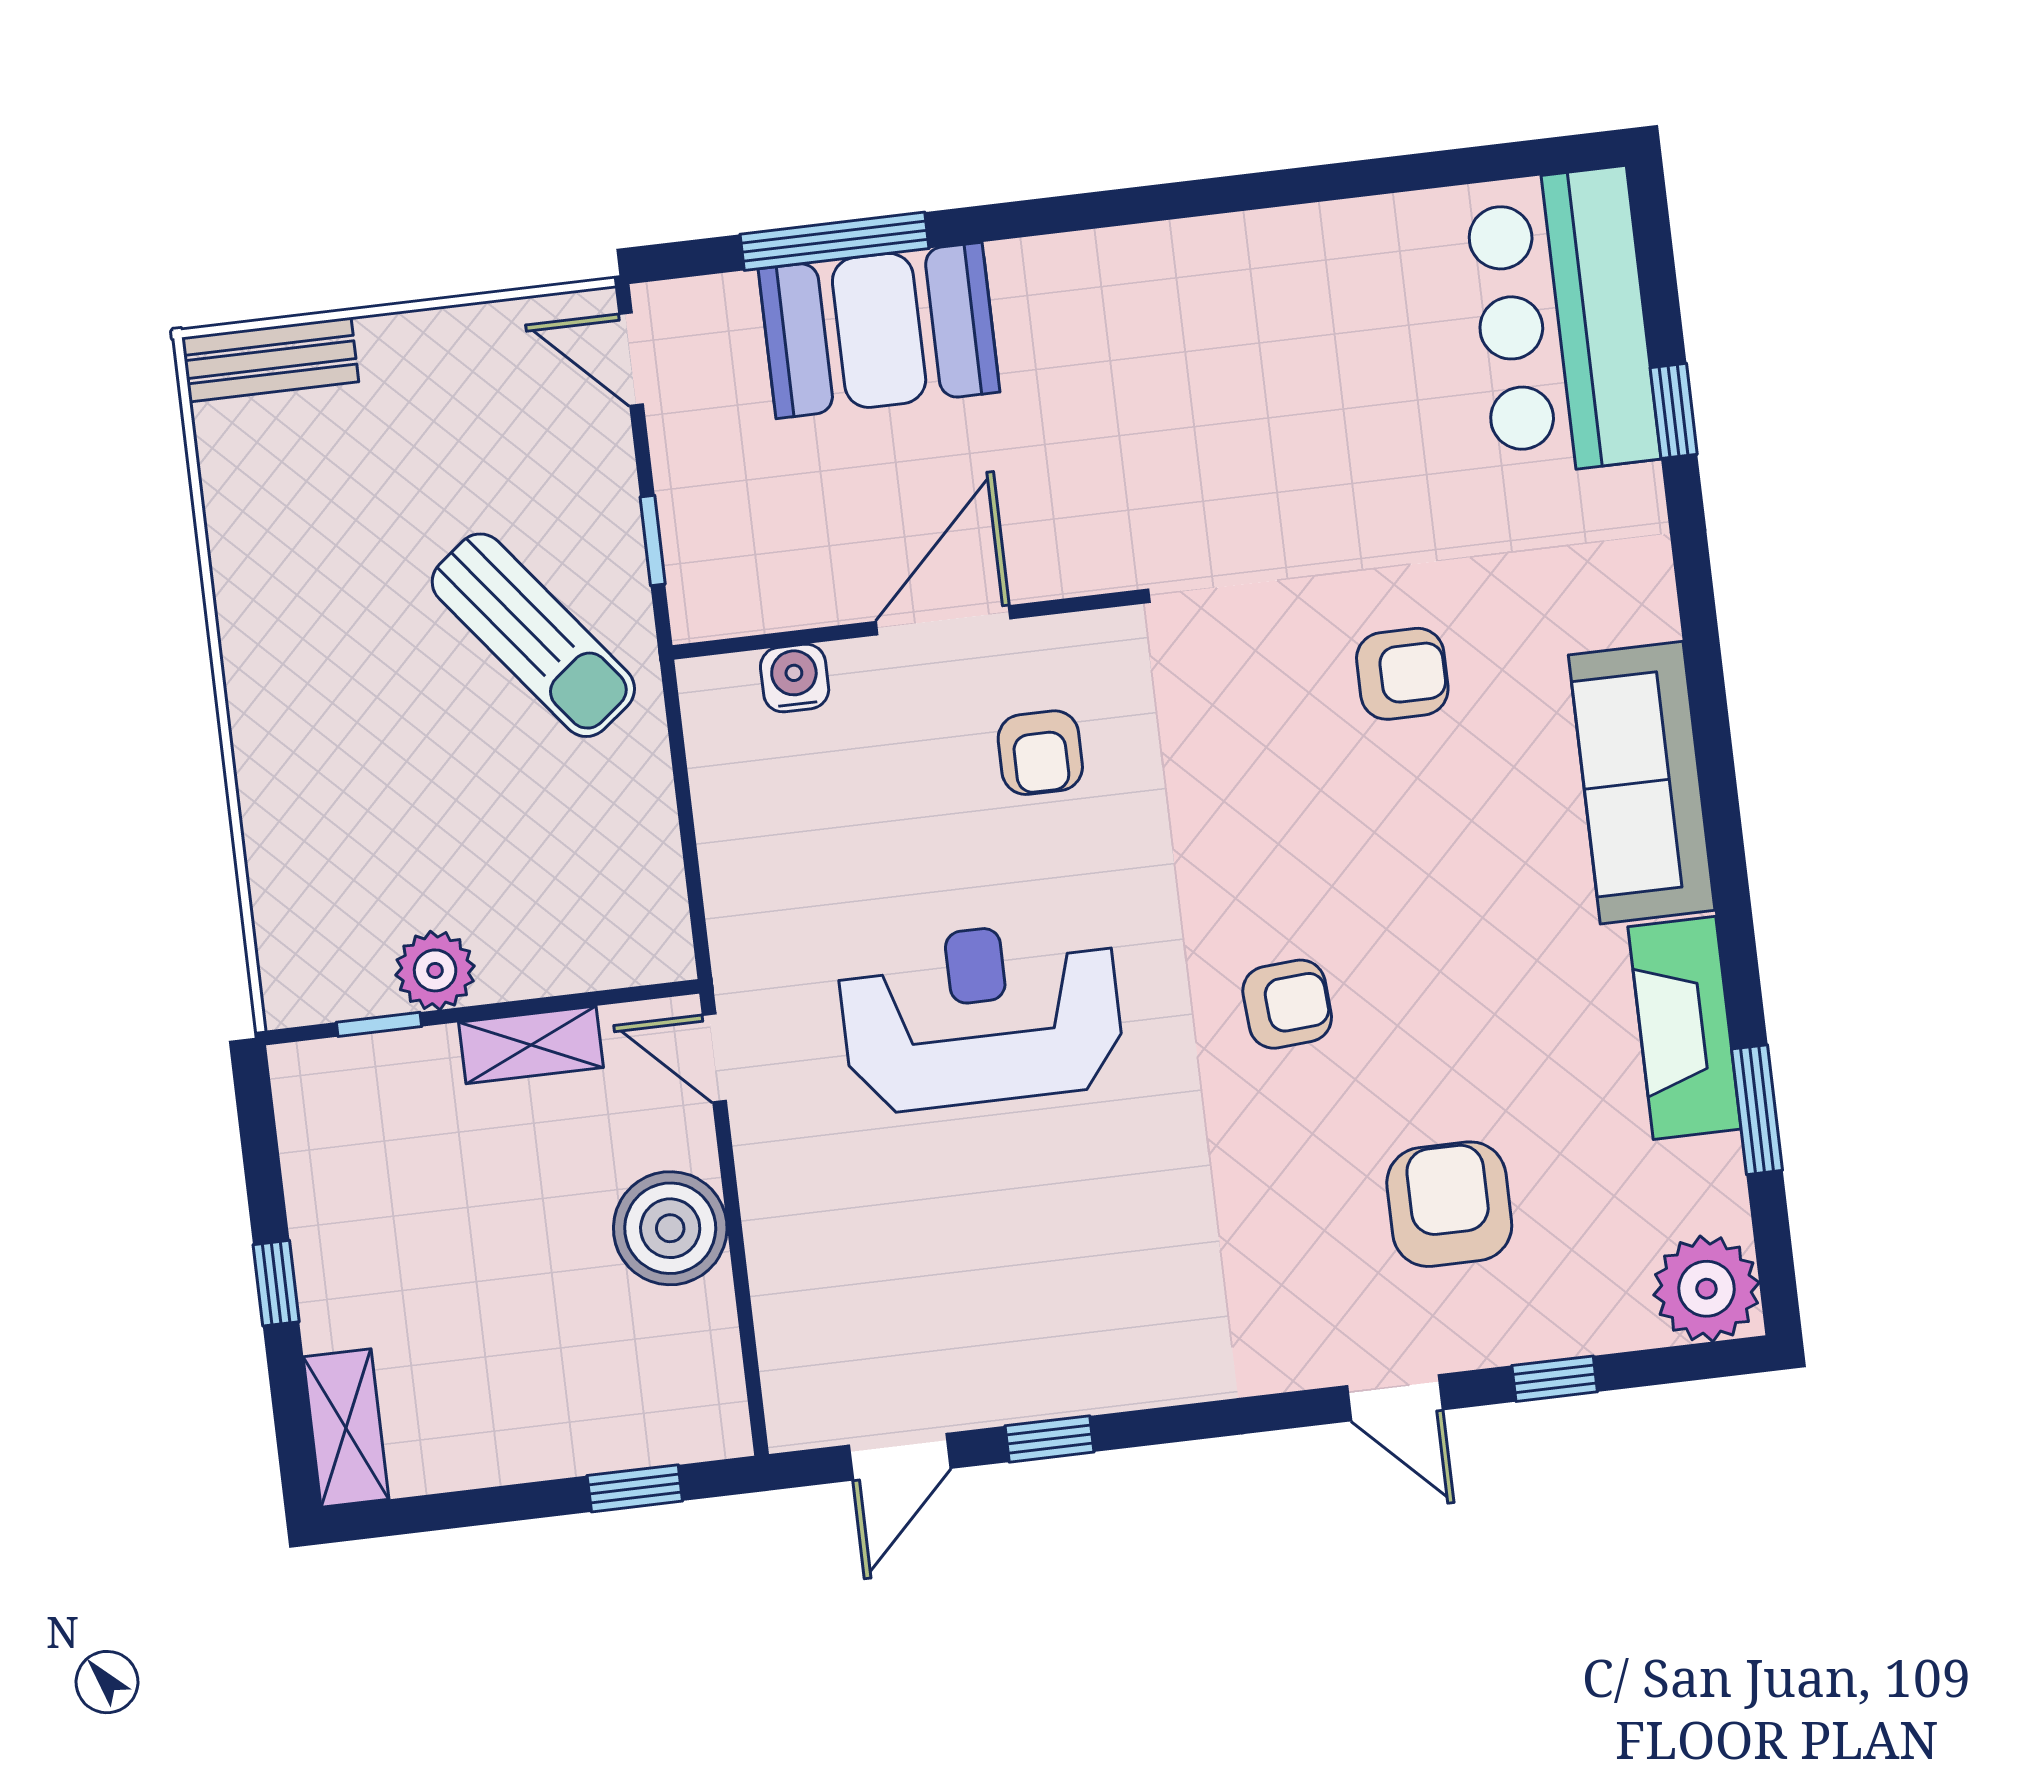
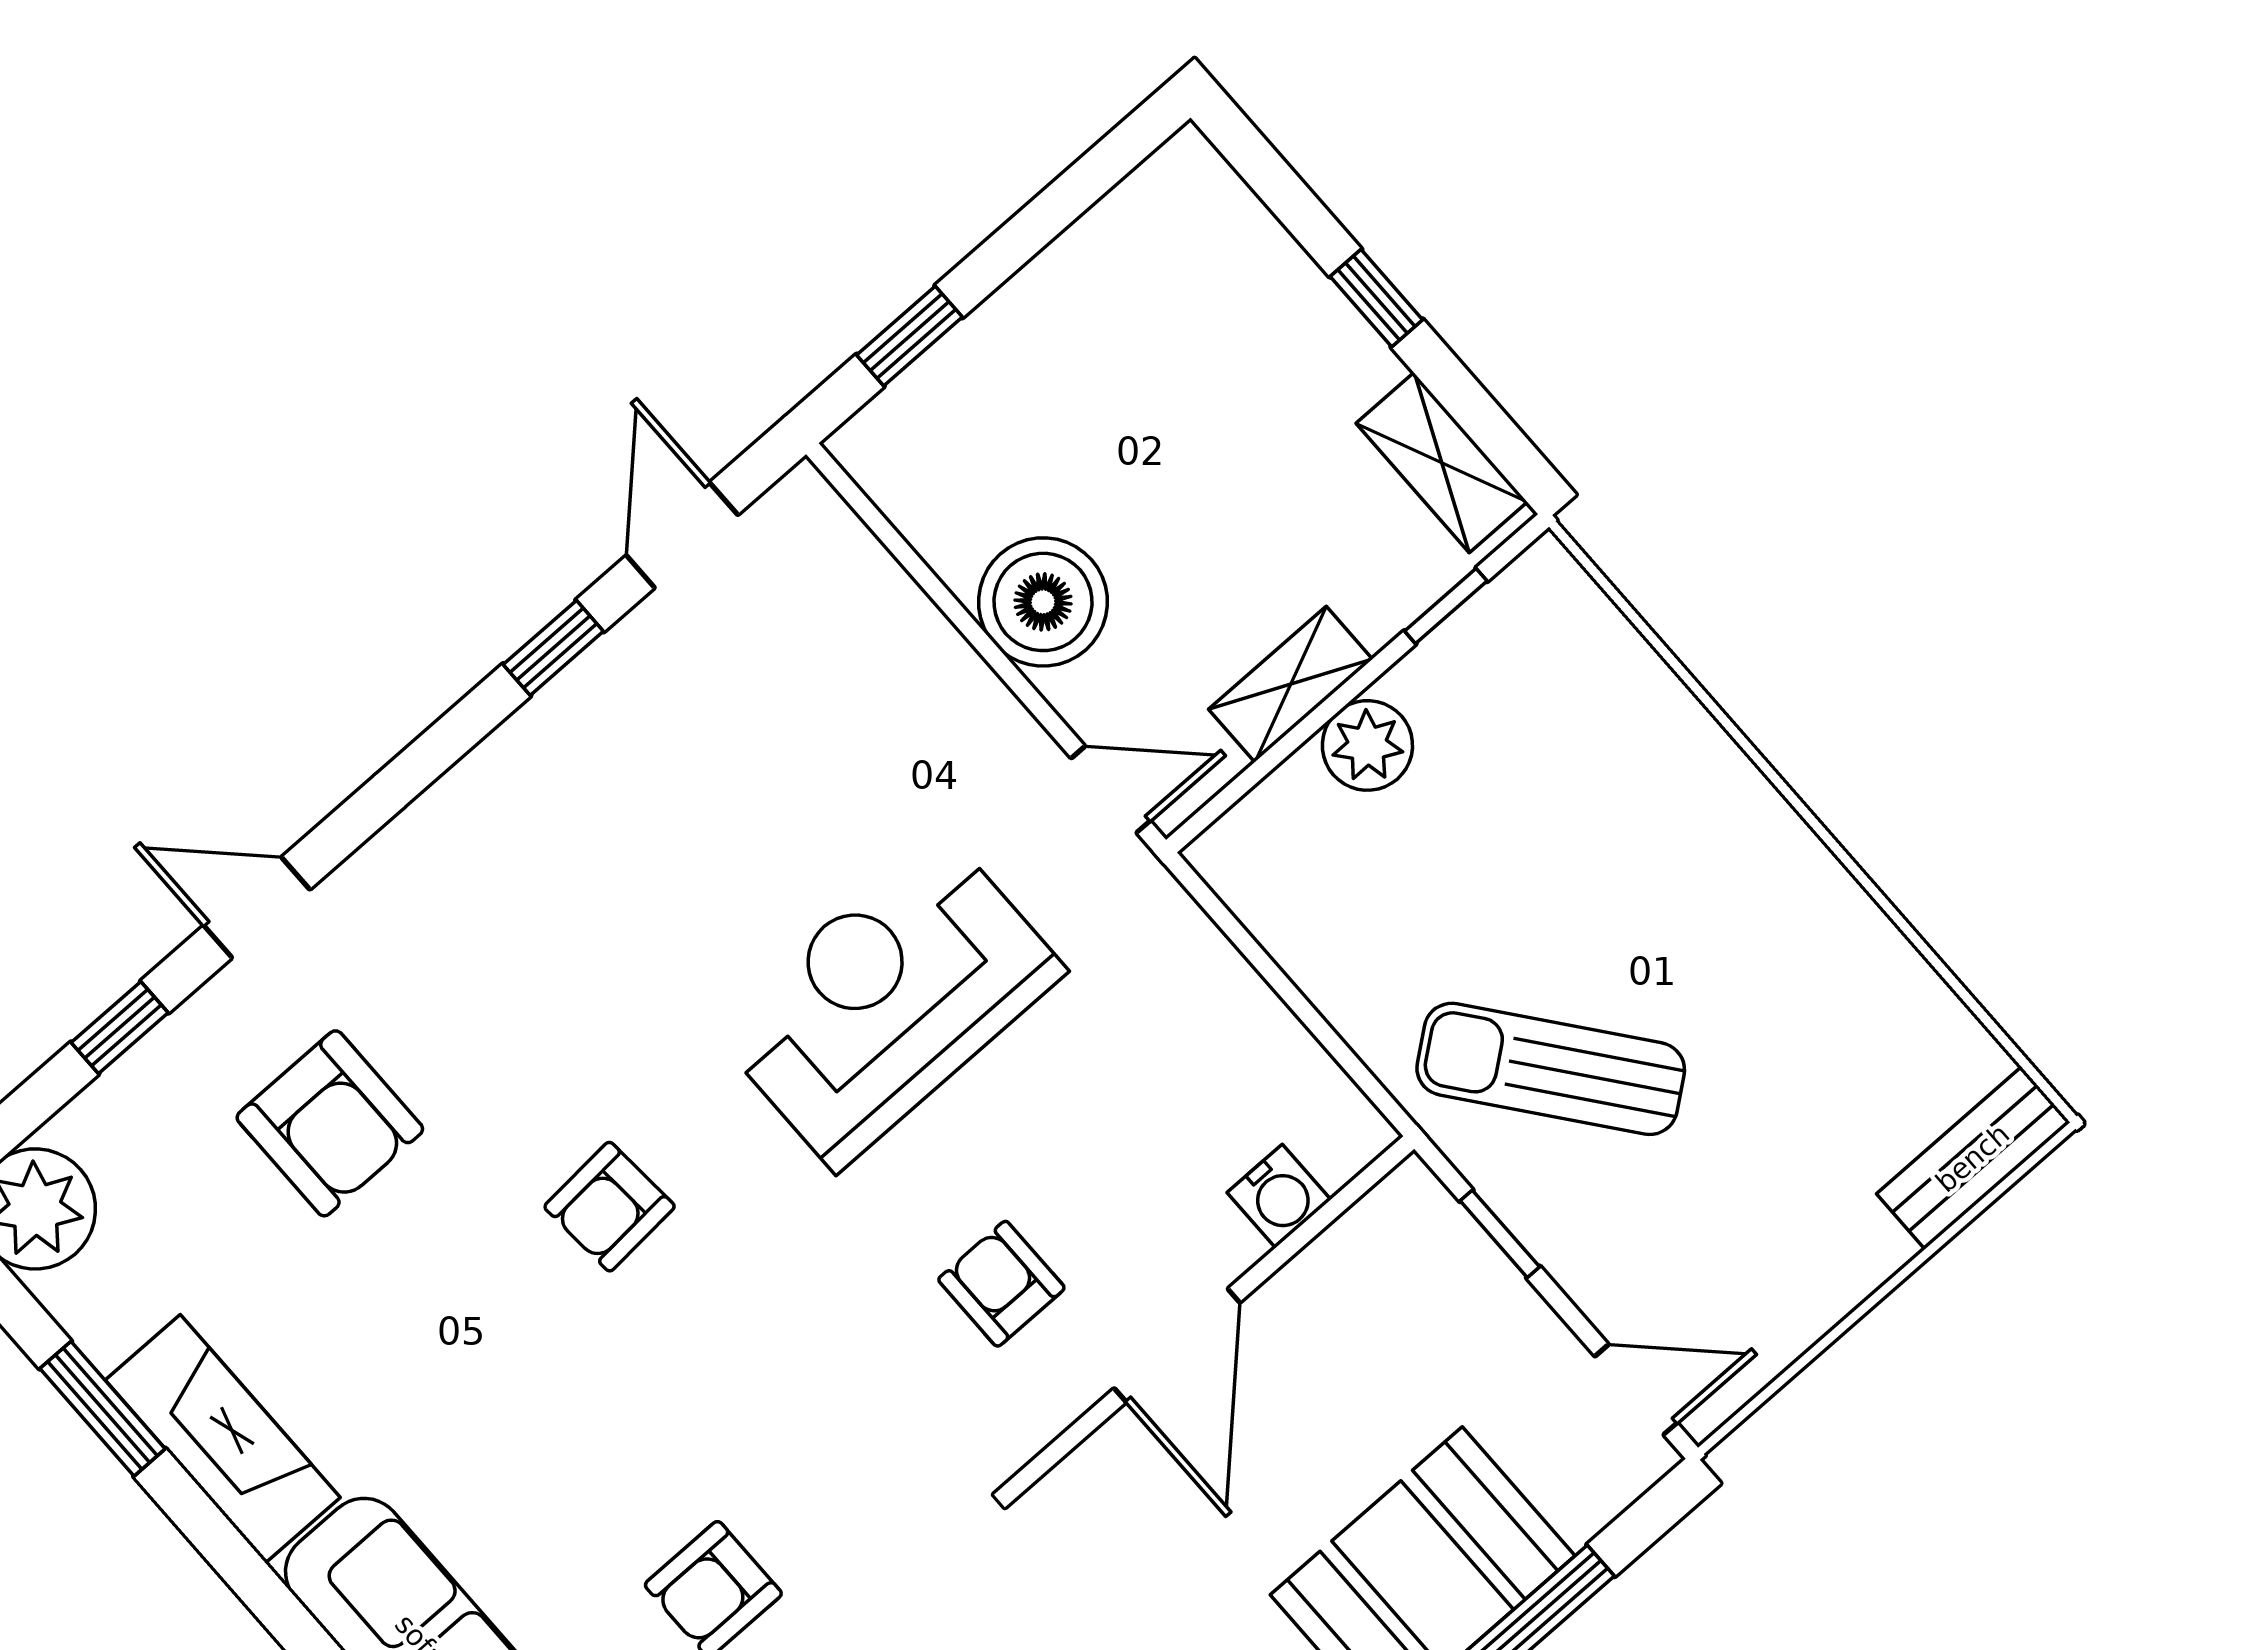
plant: (435, 970) -> (1367, 745), moved
reception desk: (981, 1015) -> (889, 1000), turned 180
shelving: (346, 1428) -> (1442, 463), moved

